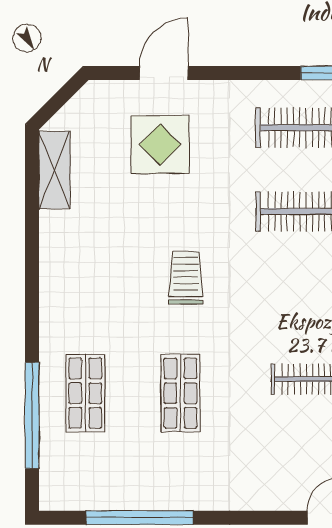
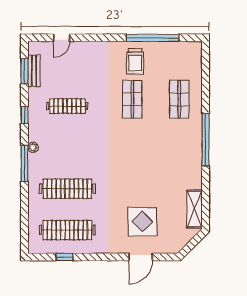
trolley: (186, 278) -> (135, 61), moved
window: (32, 415) -> (205, 140), moved

